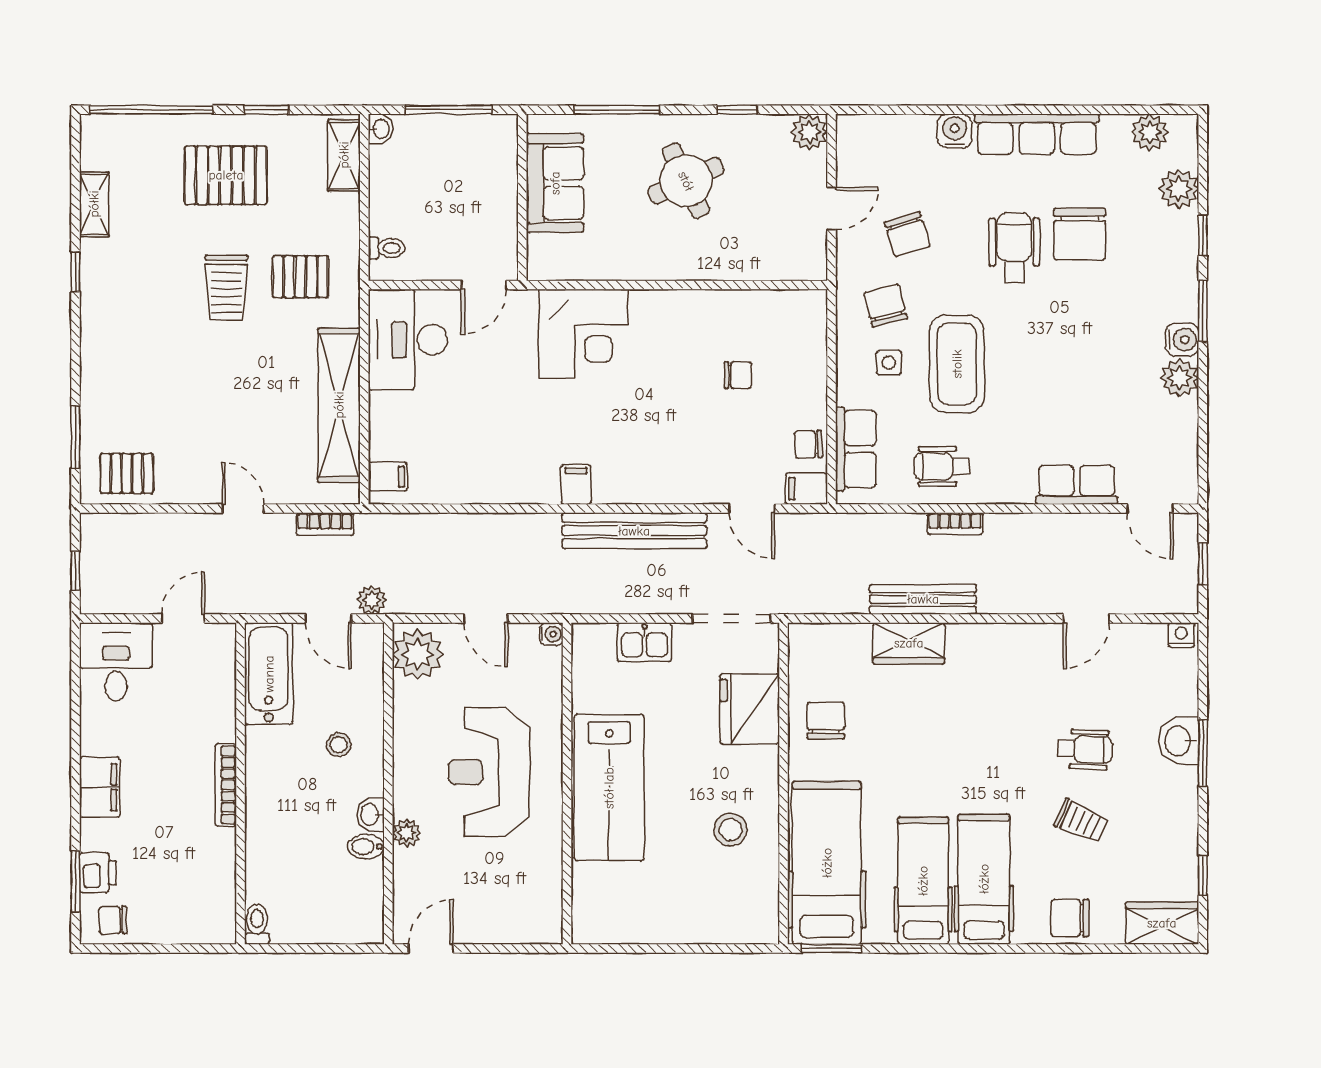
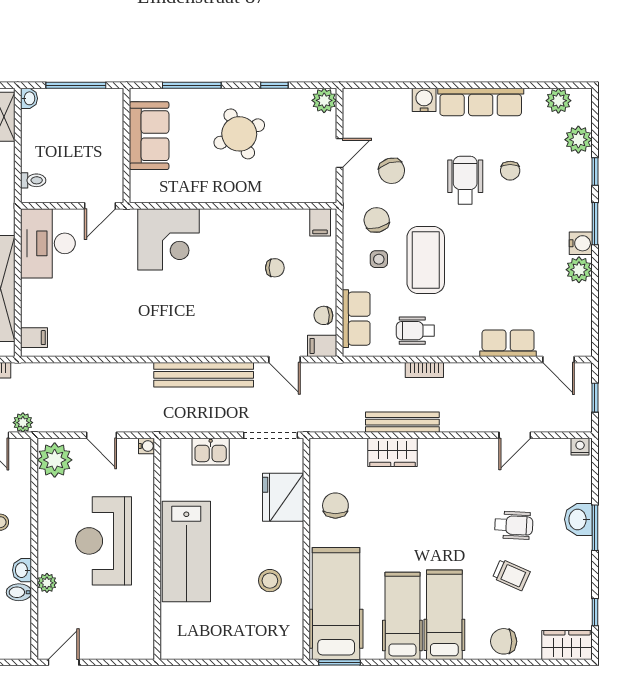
chair: (1080, 234) -> (510, 171), width x0.54, depth x0.54
filing cabinet: (576, 485) -> (320, 222), moved, turned 180

